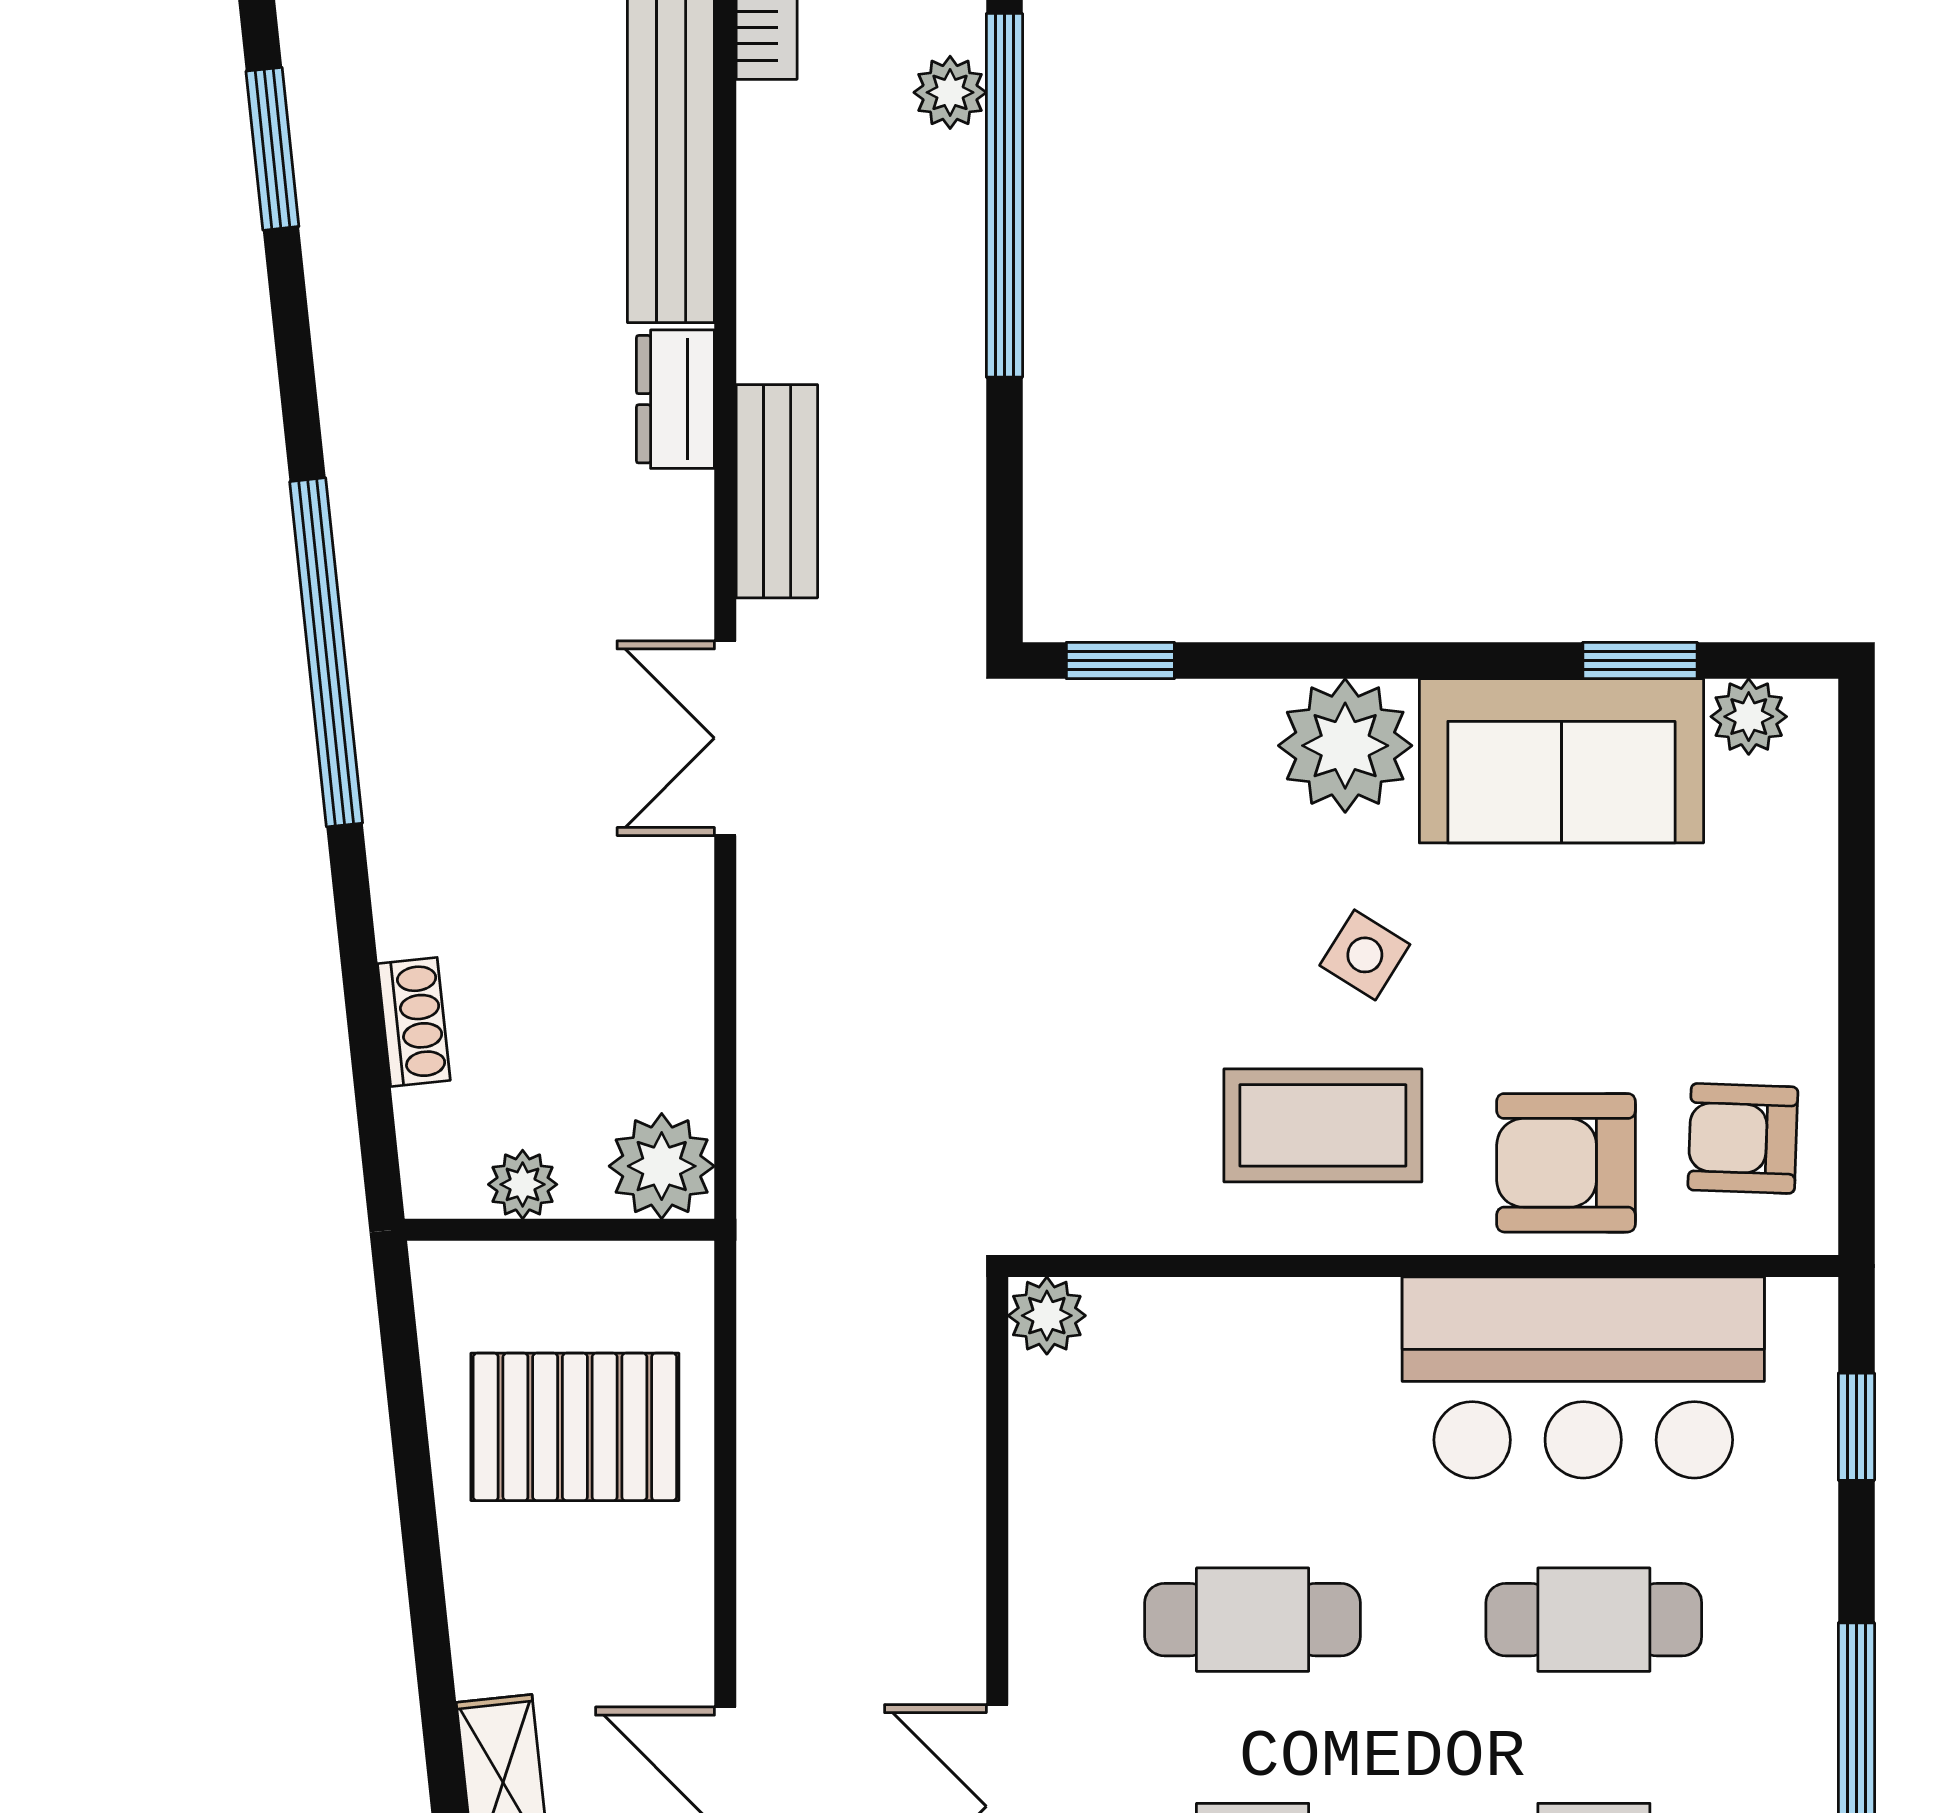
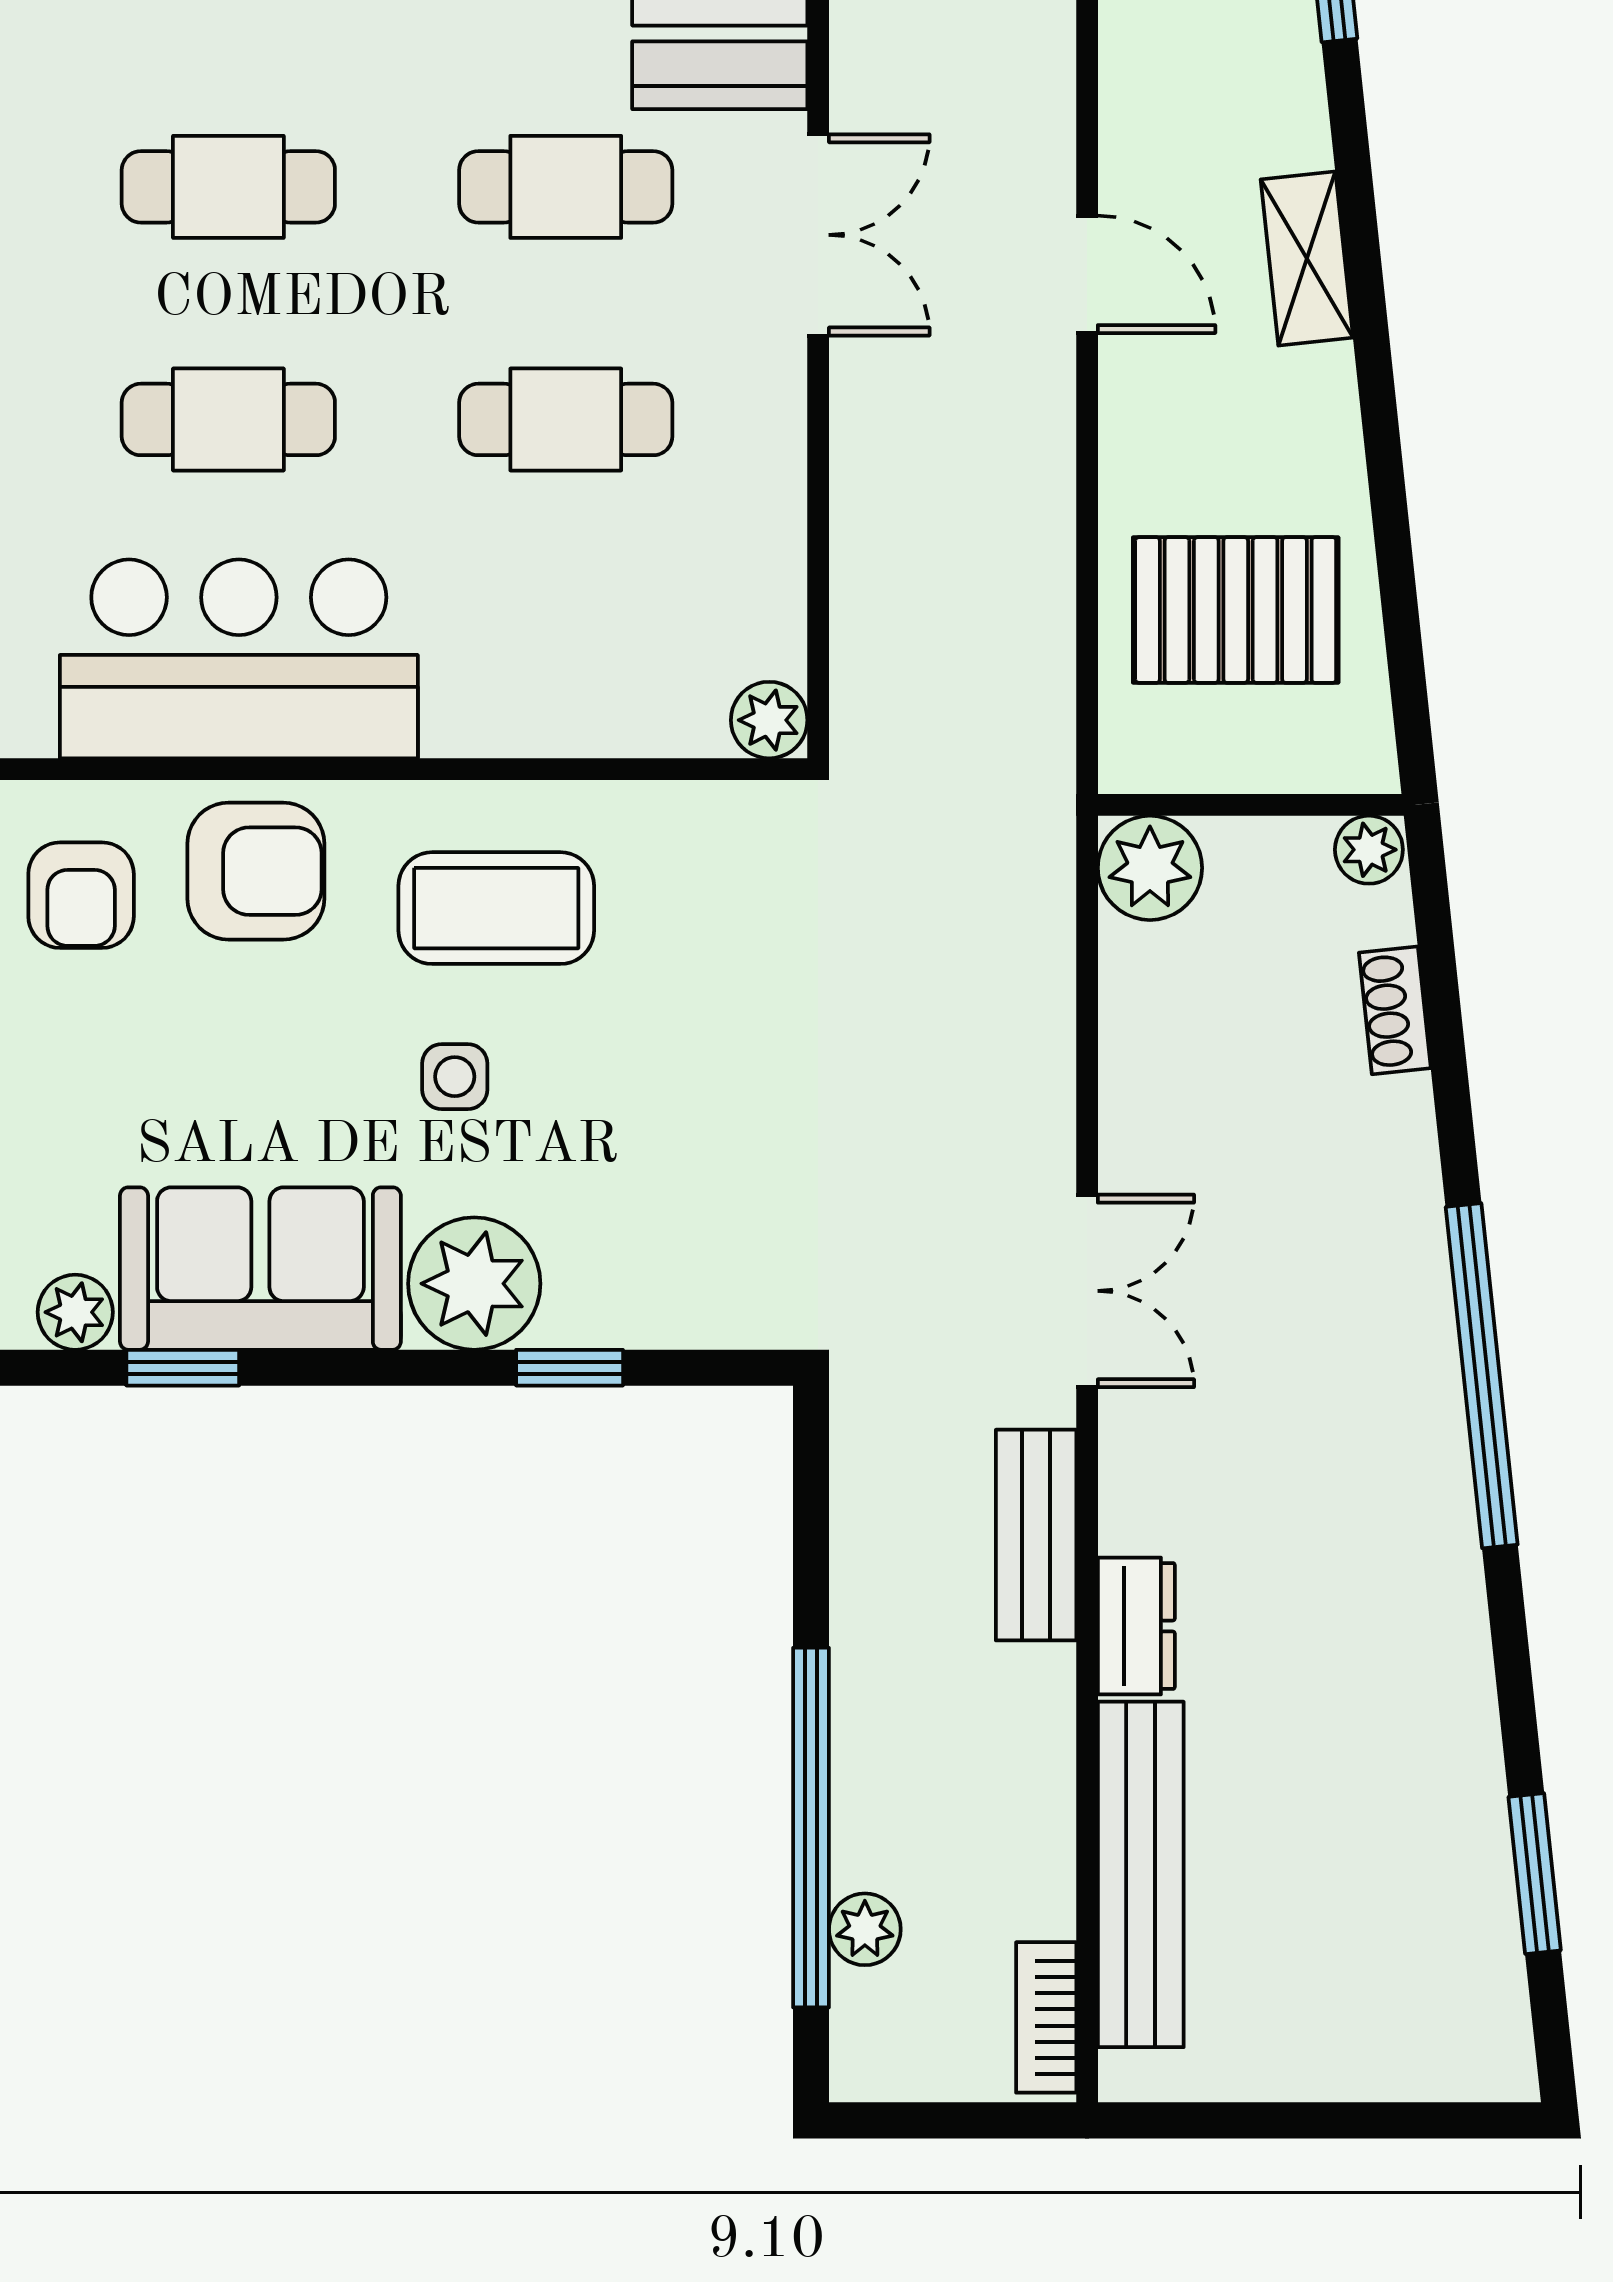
window: (1120, 660) -> (570, 1368), moved
side table: (1365, 955) -> (455, 1077), turned -32
armchair: (1743, 1138) -> (81, 895), turned 88
plant: (523, 1184) -> (1369, 850), moved

